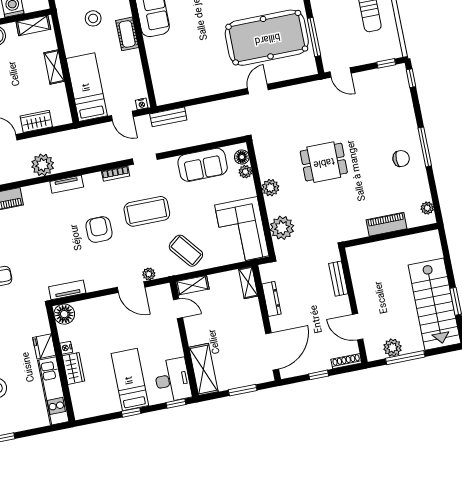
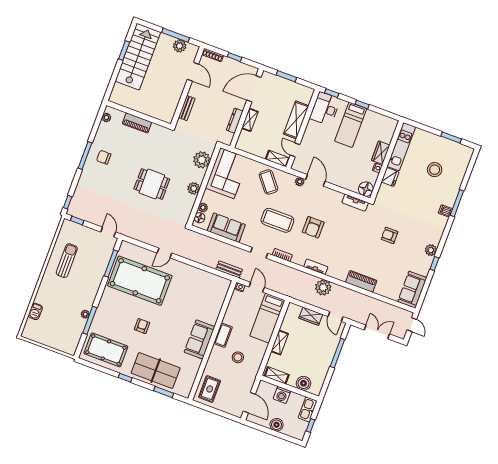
shelving: (248, 282) -> (250, 120), moved
shelving: (203, 369) -> (296, 120), moved

